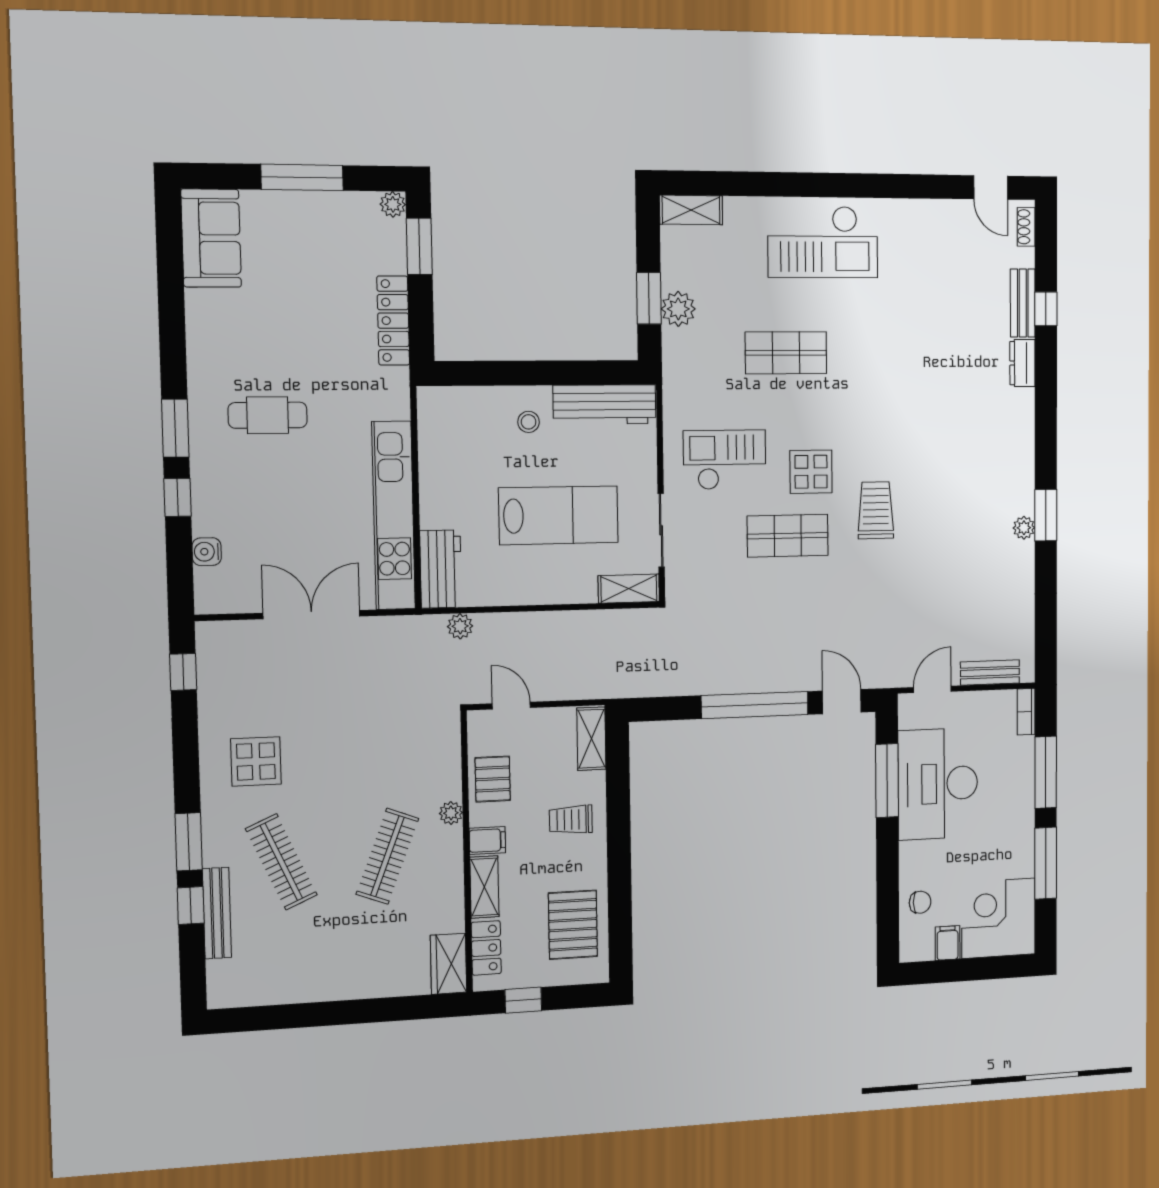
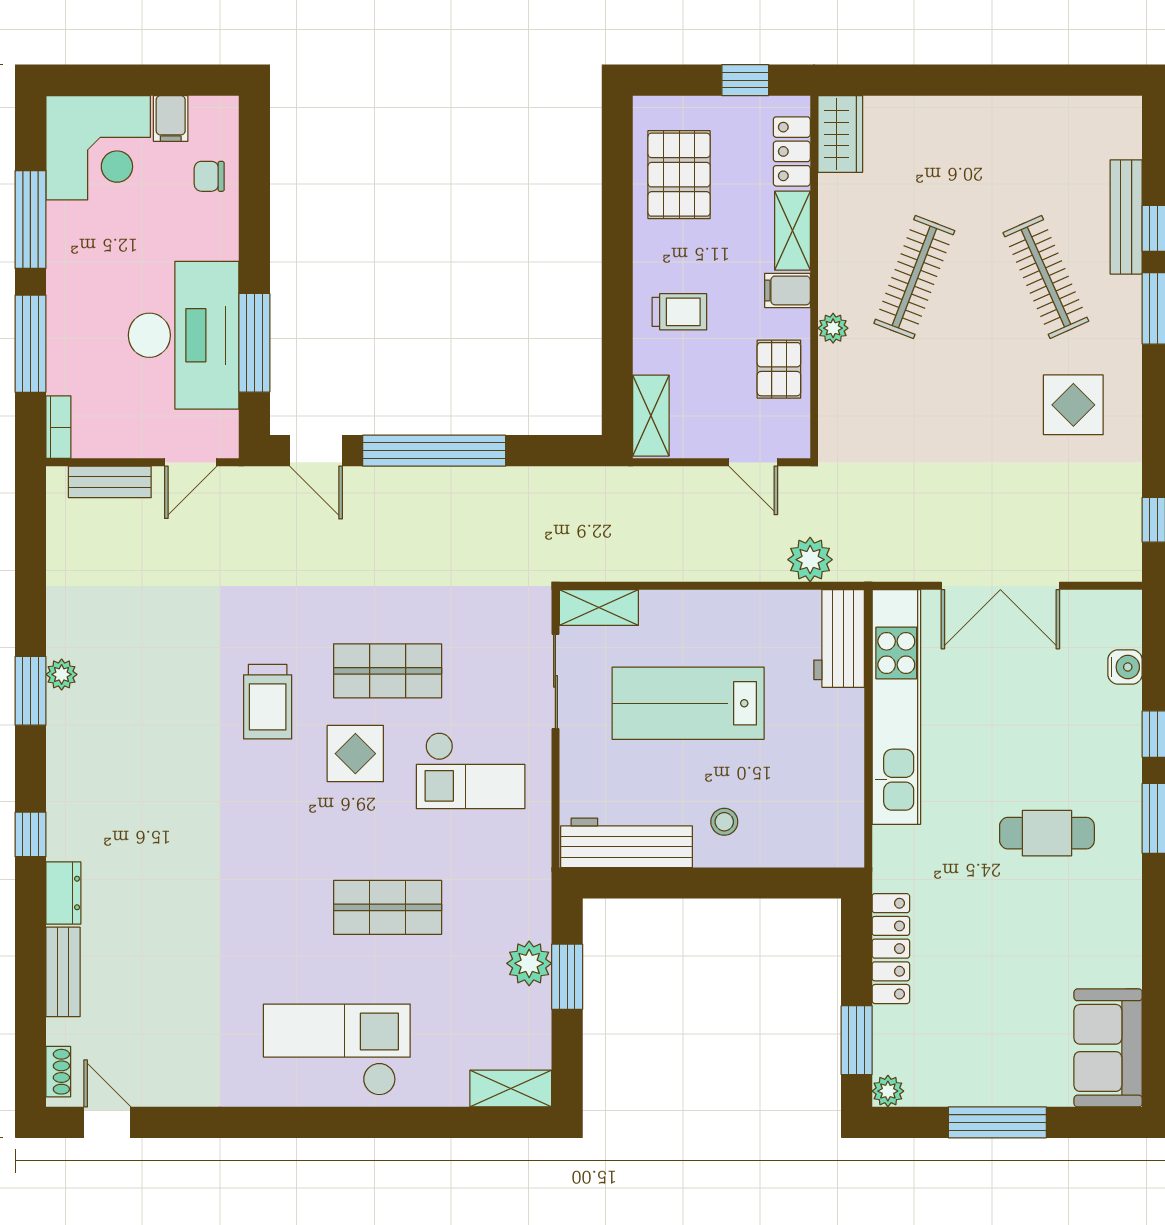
window: (1046, 309) -> (30, 834), moved
plant: (460, 626) -> (810, 560), width x1.38, depth x1.38

